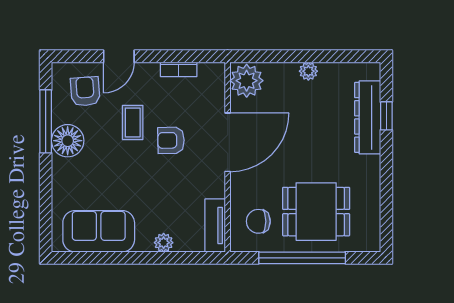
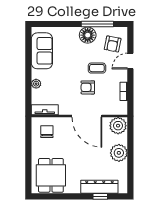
door: (119, 56) -> (130, 61), hinge flipped
plant: (308, 71) -> (119, 153), width x1.87, depth x1.87
armchair: (85, 91) -> (113, 44), turned 105
armchair: (171, 140) -> (88, 87), turned -89
dining table: (316, 212) -> (51, 175), moved
window: (302, 258) -> (28, 154), removed

